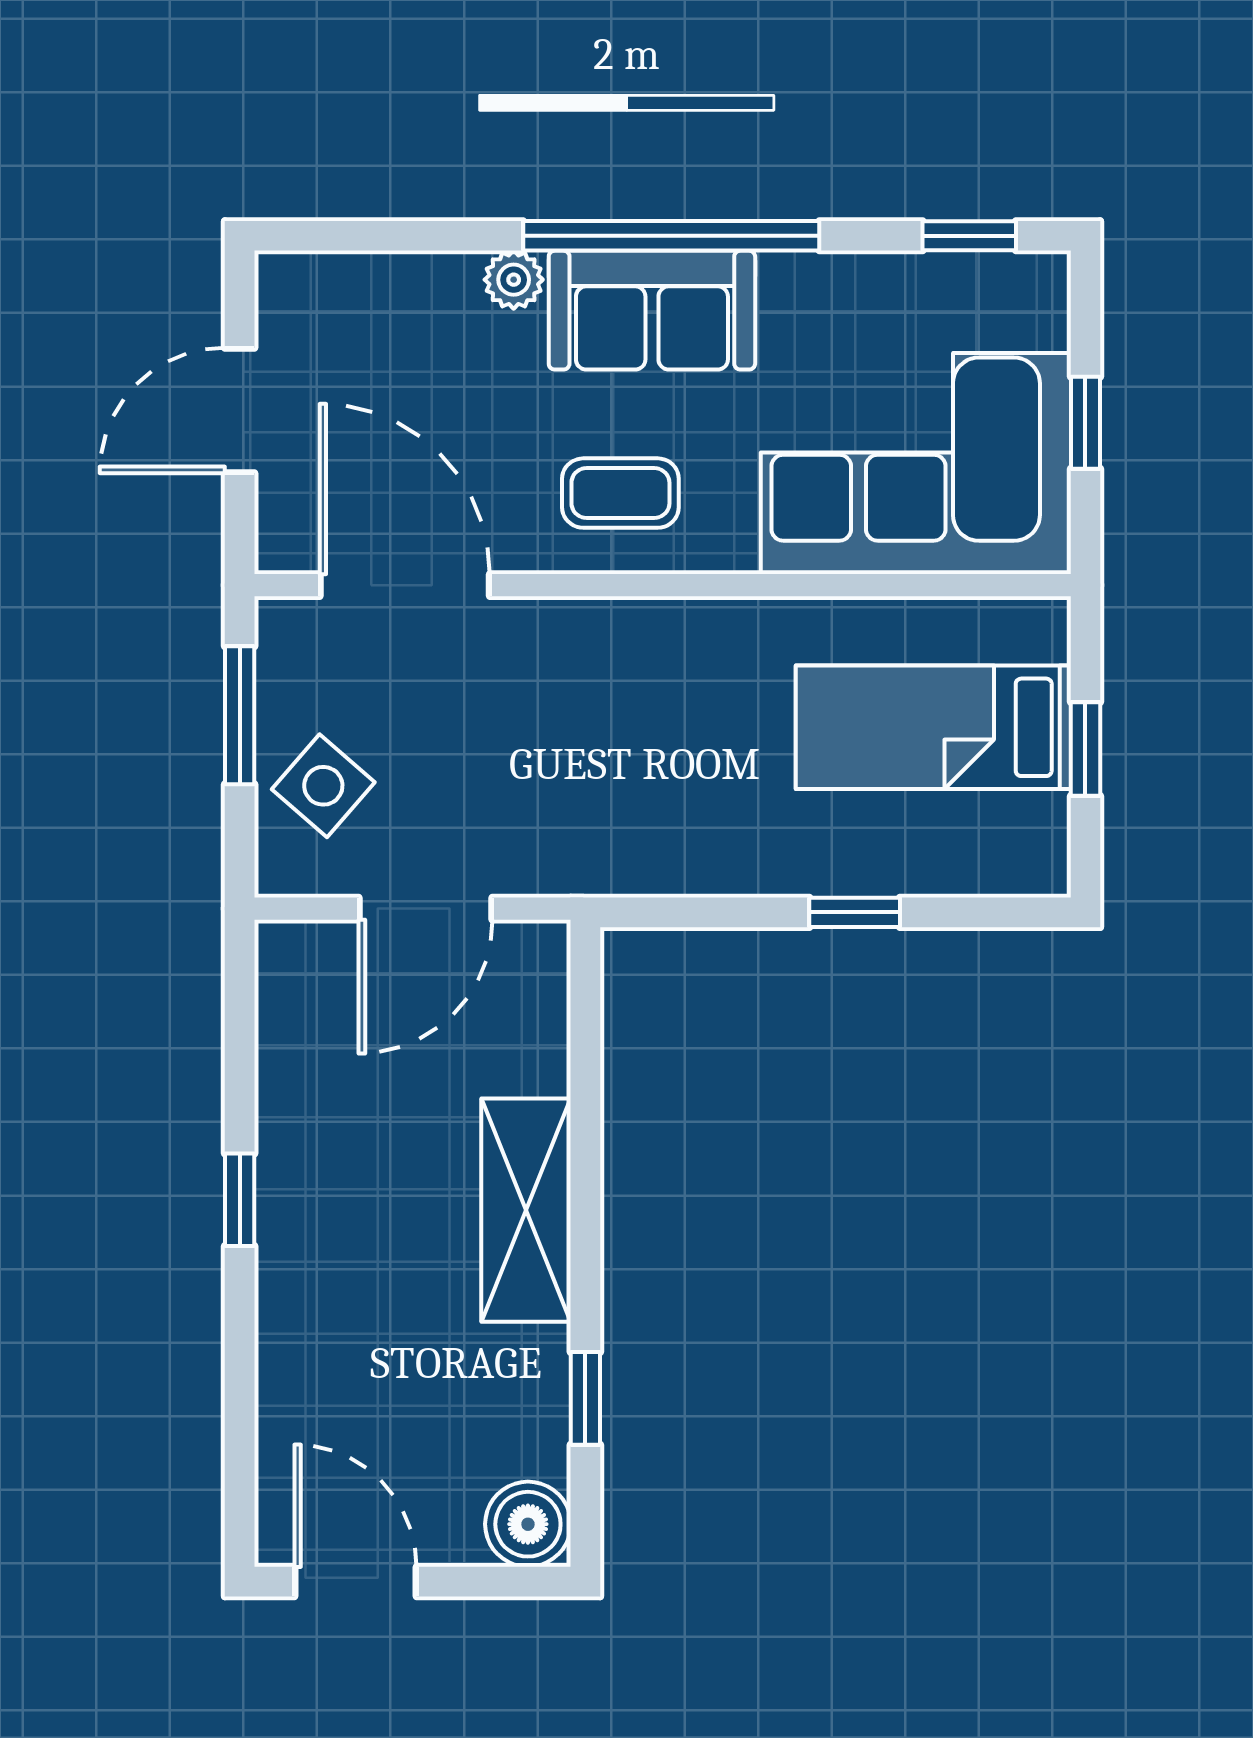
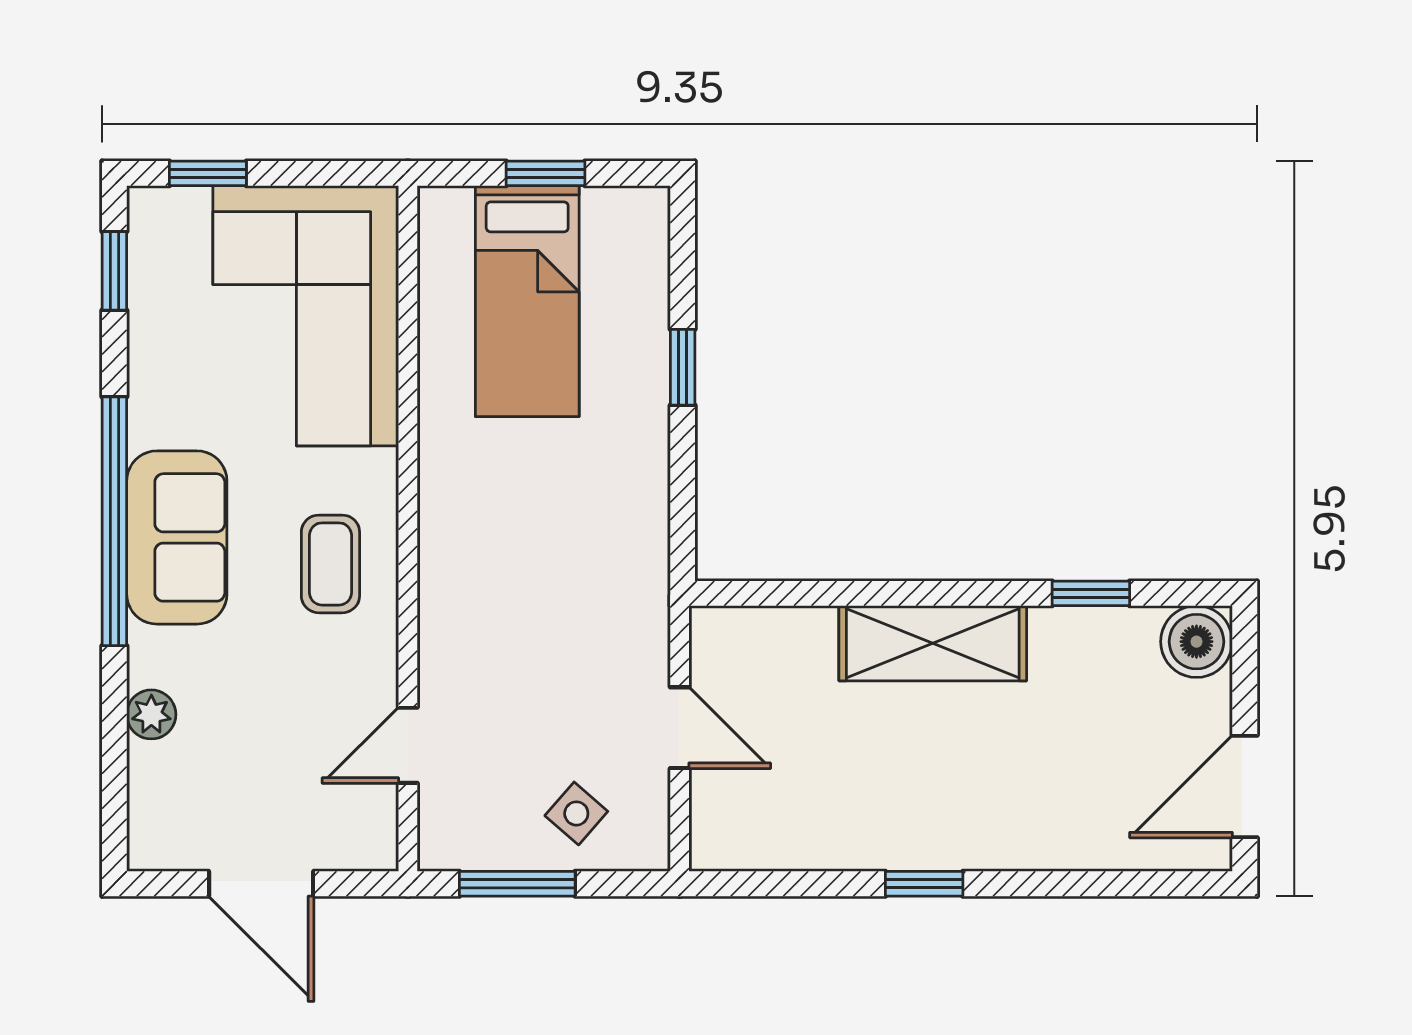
plant: (514, 280) -> (151, 714), moved
window: (1085, 423) -> (208, 173), moved
door: (405, 585) -> (408, 745), width x0.53
side table: (323, 786) -> (576, 813), width x0.73, depth x0.73
door: (425, 909) -> (680, 728), width x0.73

